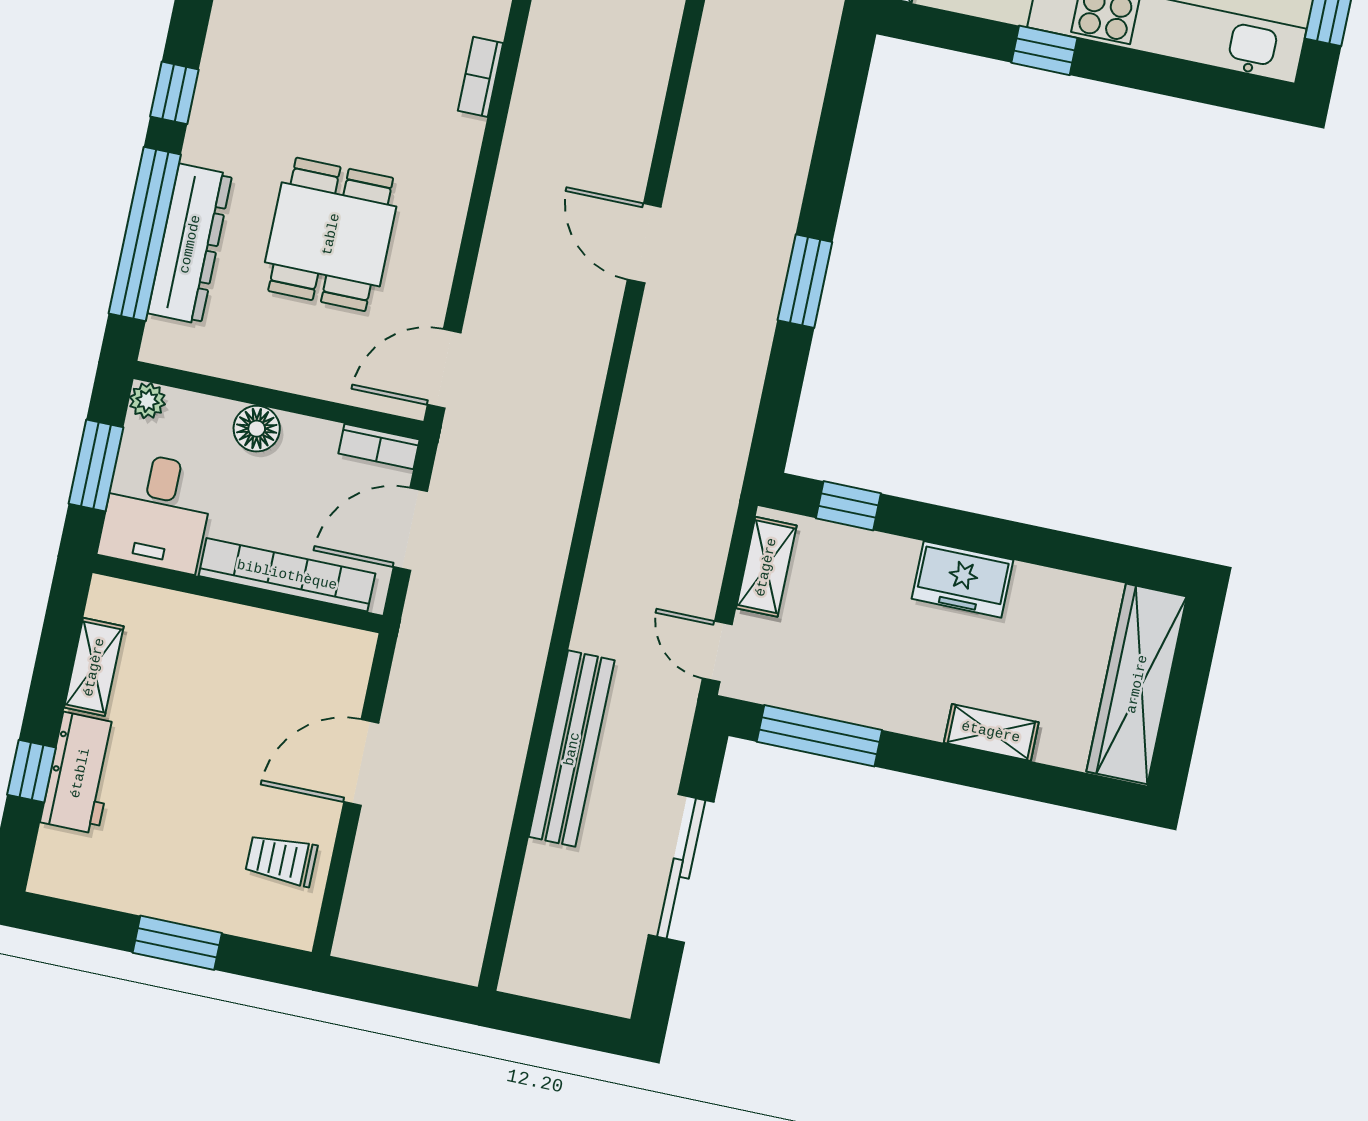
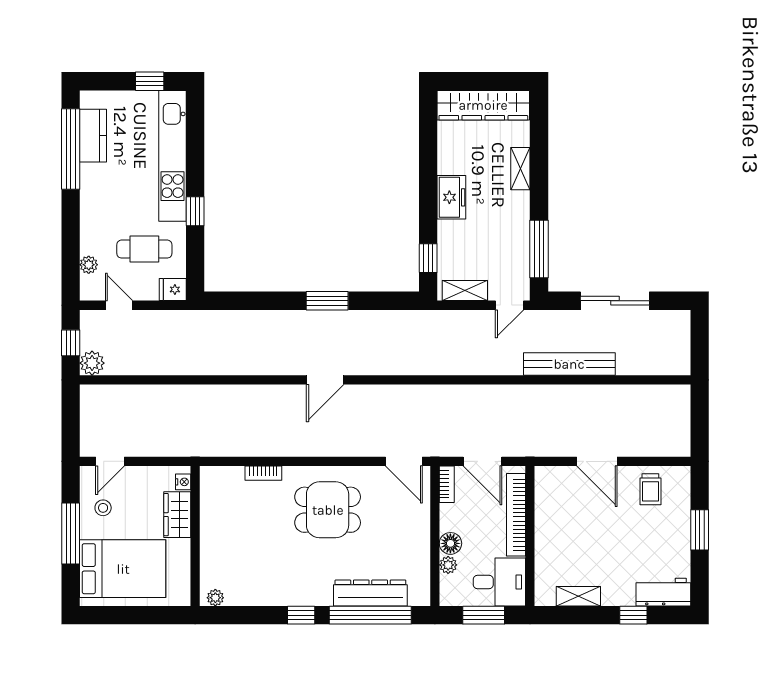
dining table: (331, 234) -> (328, 510), moved
plant: (147, 401) -> (448, 565), moved
workbench: (80, 773) -> (663, 592), moved

